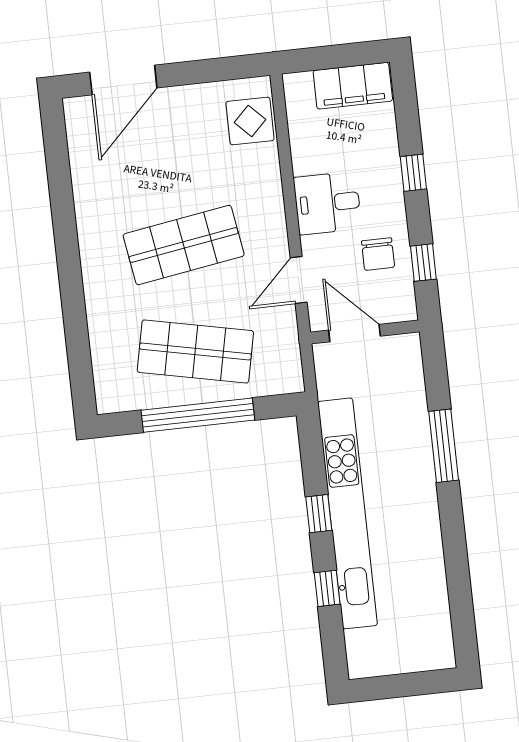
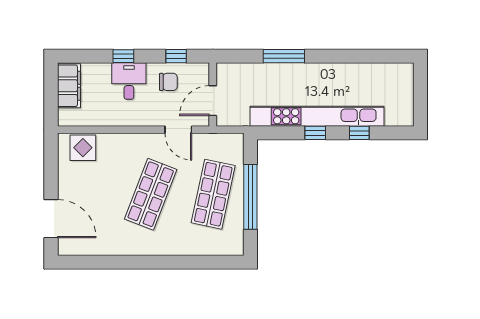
desk: (327, 203) -> (129, 81), moved, turned 180
shop shelf: (184, 245) -> (151, 194), turned 30

